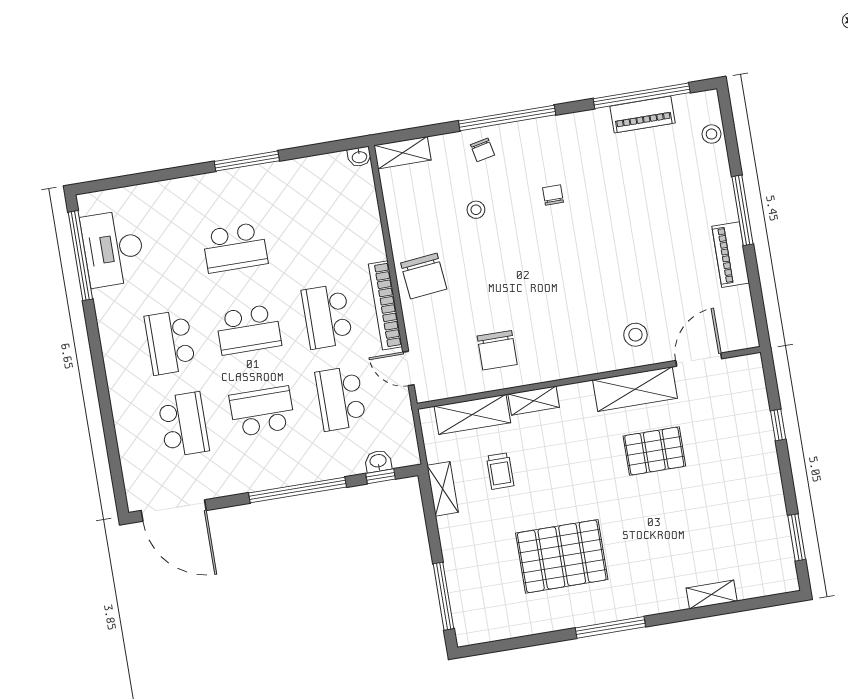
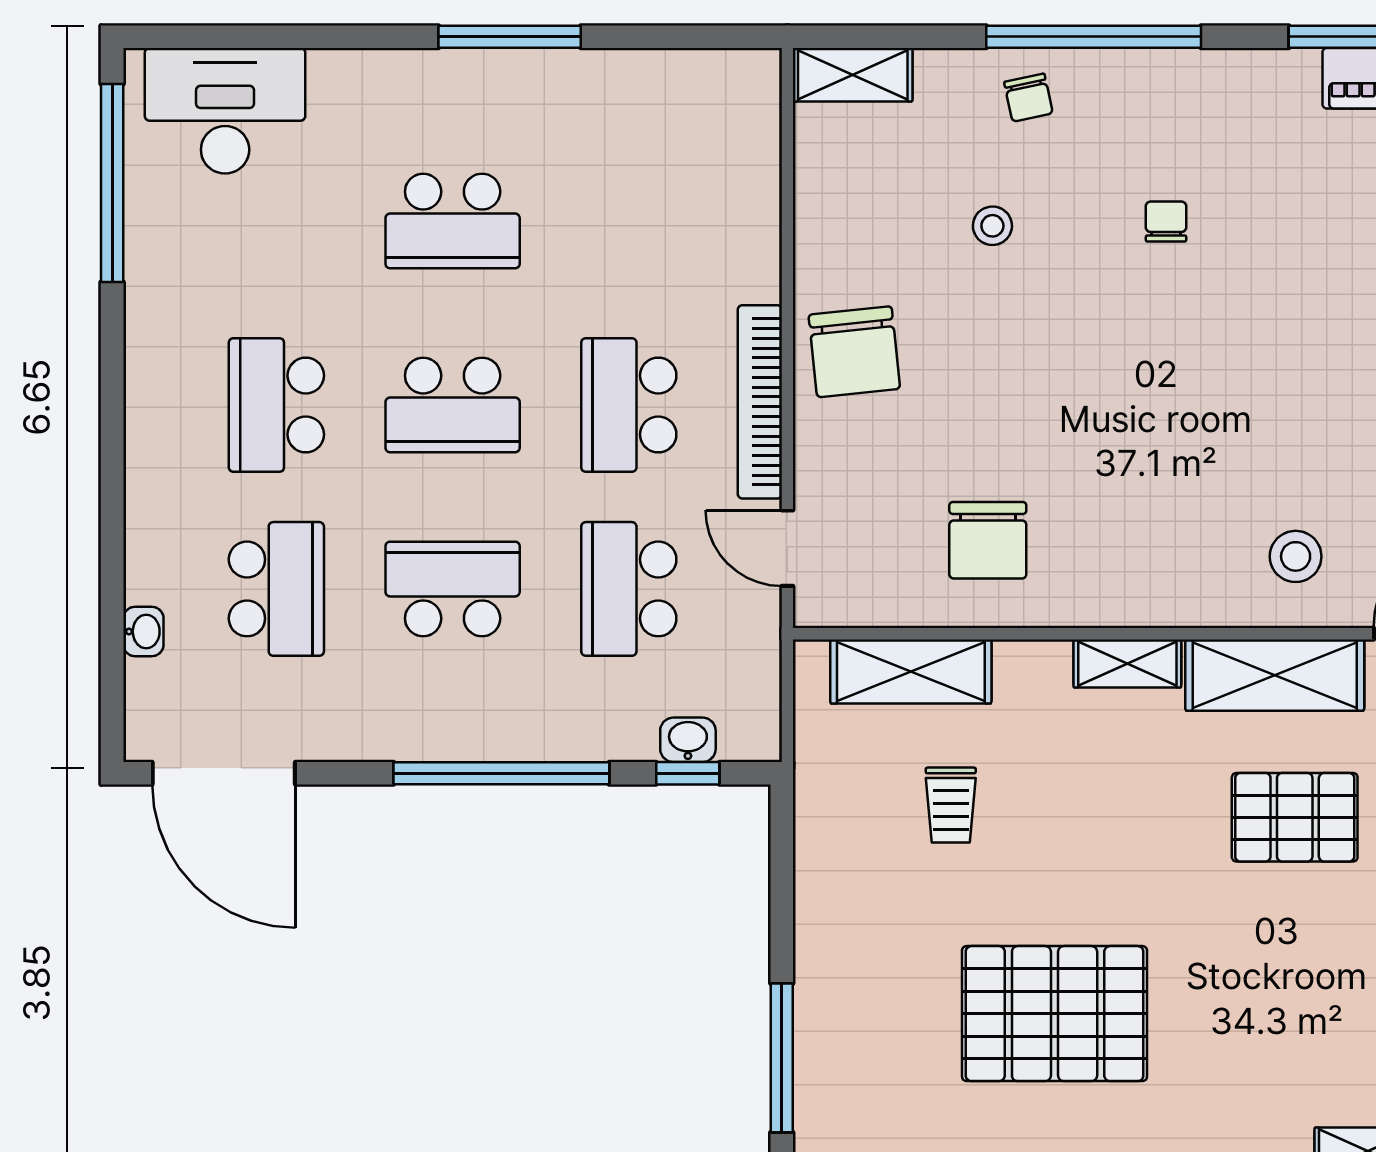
washbasin: (359, 157) -> (143, 632), moved, turned -90
desk: (113, 248) -> (225, 111), moved, turned 90
shelving: (534, 401) -> (1127, 664), moved
shelving: (443, 489) -> (819, 823), removed

